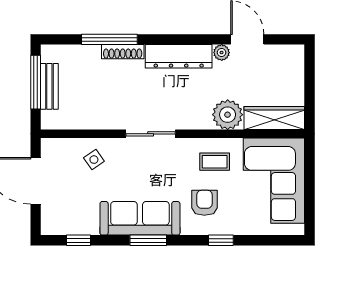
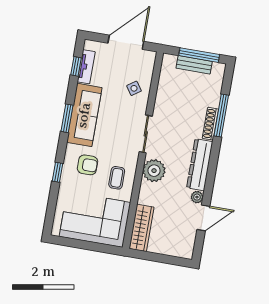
plant: (228, 115) -> (154, 171), moved
tv unit: (77, 227) -> (86, 67), added

